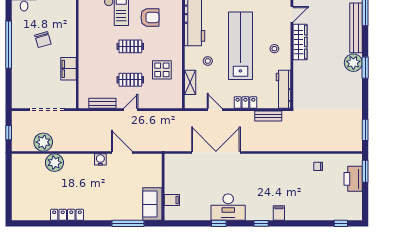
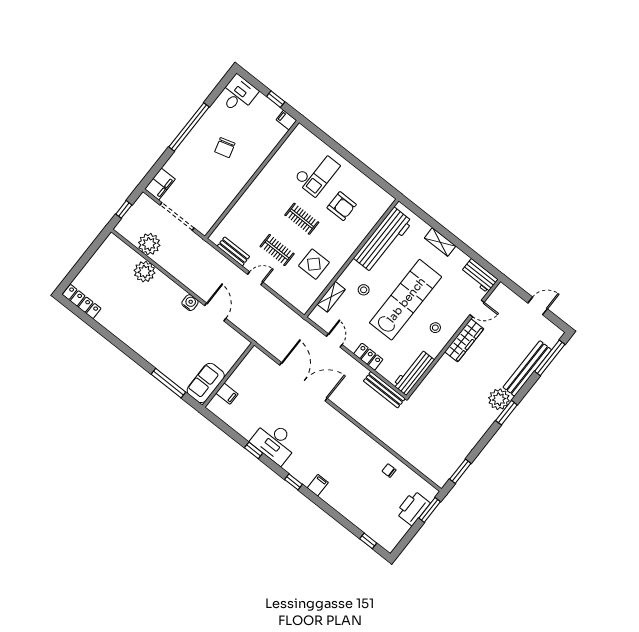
filing cabinet: (69, 69) -> (160, 184), moved, turned 180
bench: (268, 116) -> (384, 390), width x1.36
locker: (67, 215) -> (82, 302), moved

